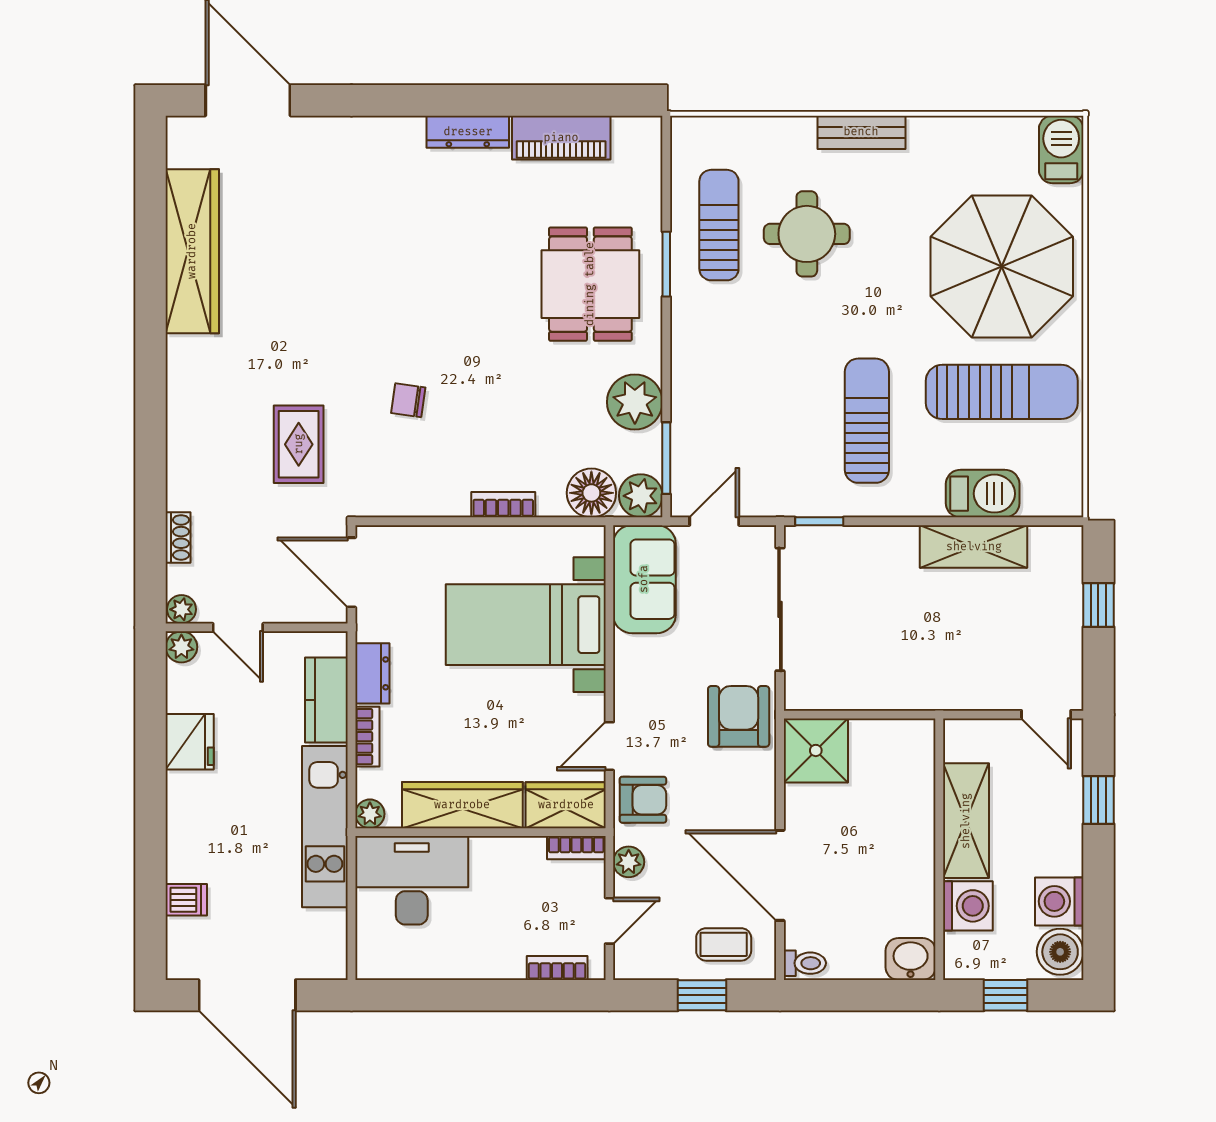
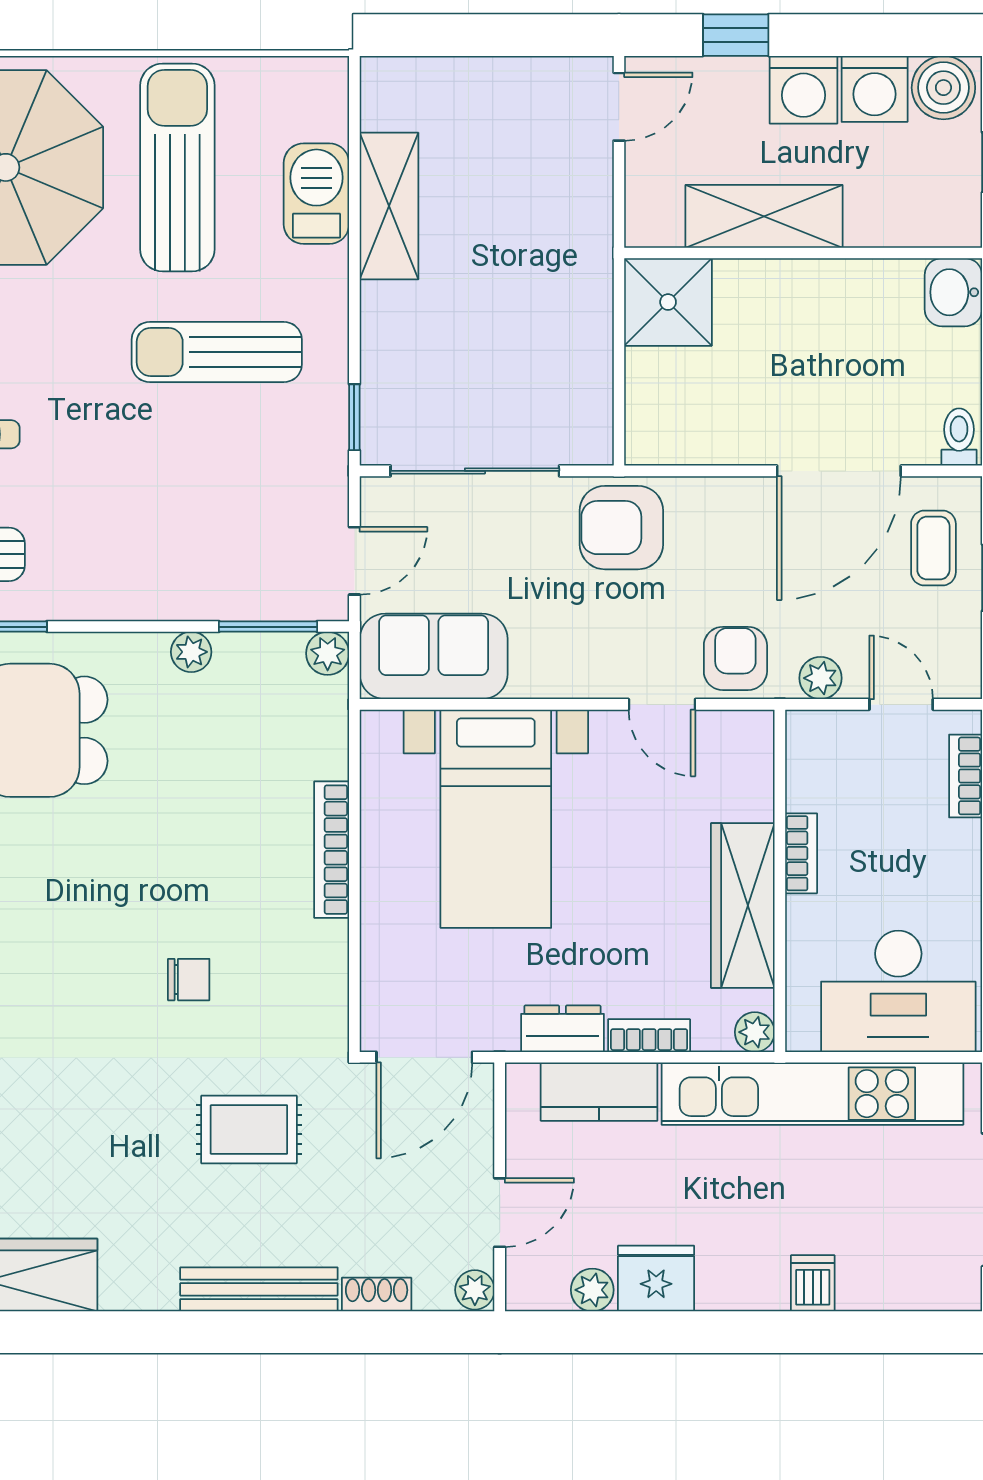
chair: (408, 400) -> (189, 980), turned -98
plant: (635, 402) -> (191, 652), width x0.53, depth x0.53
bench: (182, 451) -> (259, 1289), added
floor lamp: (591, 493) -> (316, 729), removed
plant: (641, 496) -> (328, 653), width x0.73, depth x0.73
bookcase: (503, 505) -> (332, 850), width x1.56
door: (714, 521) -> (354, 561), swing flipped
window: (1098, 605) -> (469, 35), removed
plant: (181, 647) -> (592, 1290), moved
shower: (816, 750) -> (668, 302), moved
wardrobe: (566, 805) -> (743, 764), removed
kitchen unit: (325, 827) -> (812, 1094), width x1.36
bookcase: (576, 848) -> (801, 853), moved
desk: (412, 880) -> (898, 991), moved, turned -90
dishwasher: (186, 900) -> (813, 1283), moved
washing machine: (968, 906) -> (803, 90), moved, turned 180

